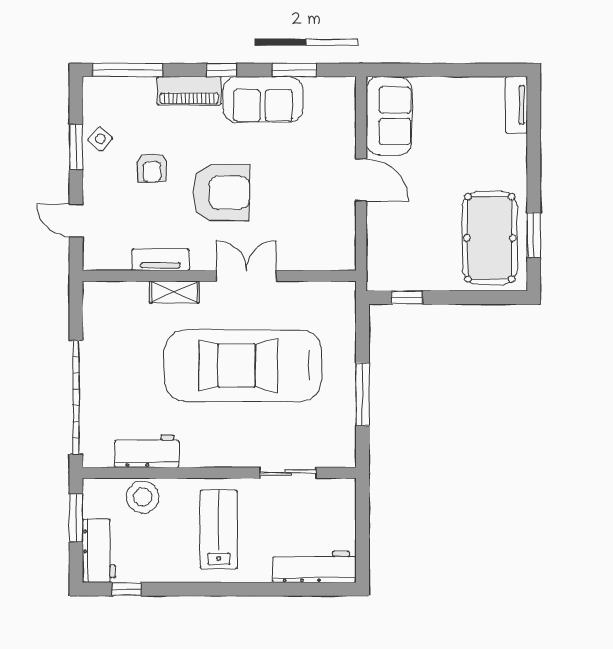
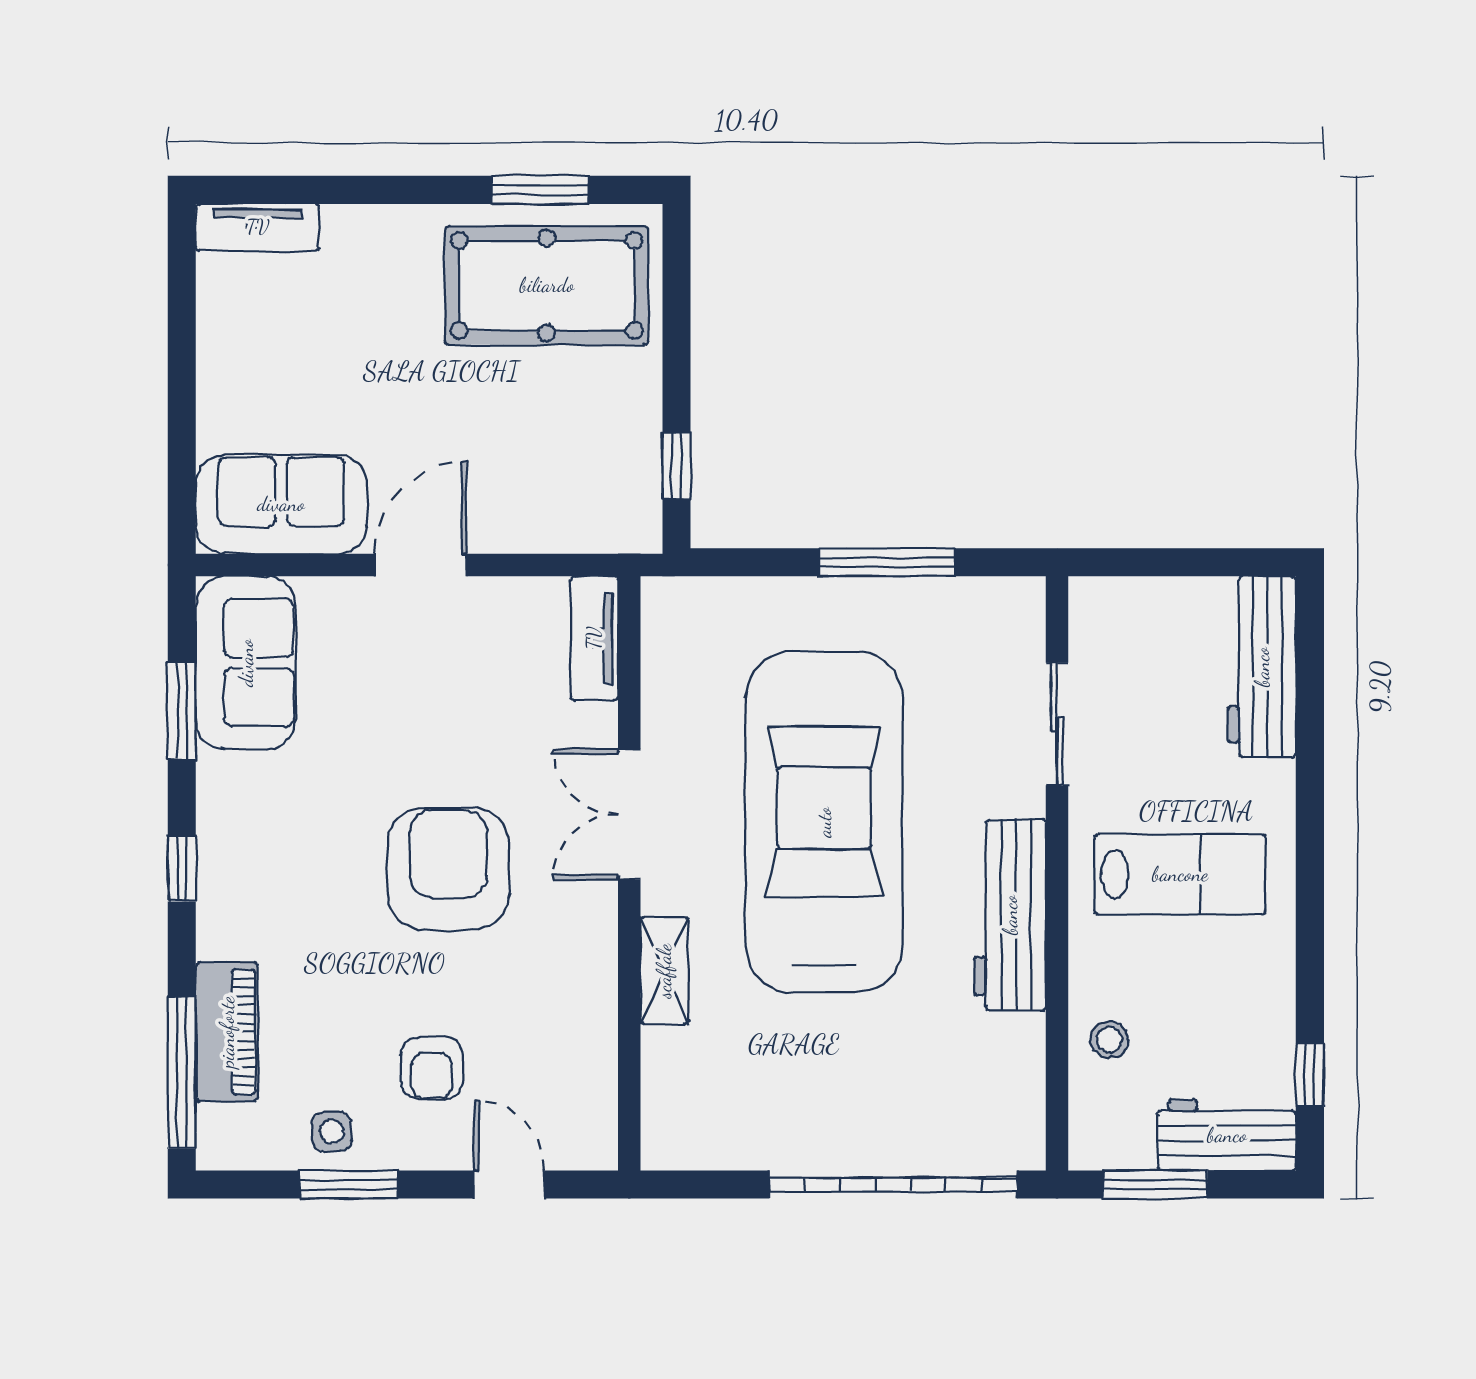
piano: (189, 91) -> (227, 1032), moved
sofa: (263, 99) -> (246, 663), moved
side table: (100, 139) -> (332, 1132), turned 45
armchair: (152, 168) -> (432, 1068), moved, turned 90
door: (76, 221) -> (509, 1185), swing flipped
tv unit: (160, 260) -> (594, 638), moved
car: (243, 366) -> (824, 822), turned 180
workbench: (147, 451) -> (1010, 915), moved, width x1.37
stool: (143, 497) -> (1109, 1040), width x0.53, depth x0.53
lab bench: (219, 529) -> (1180, 874), turned 180

